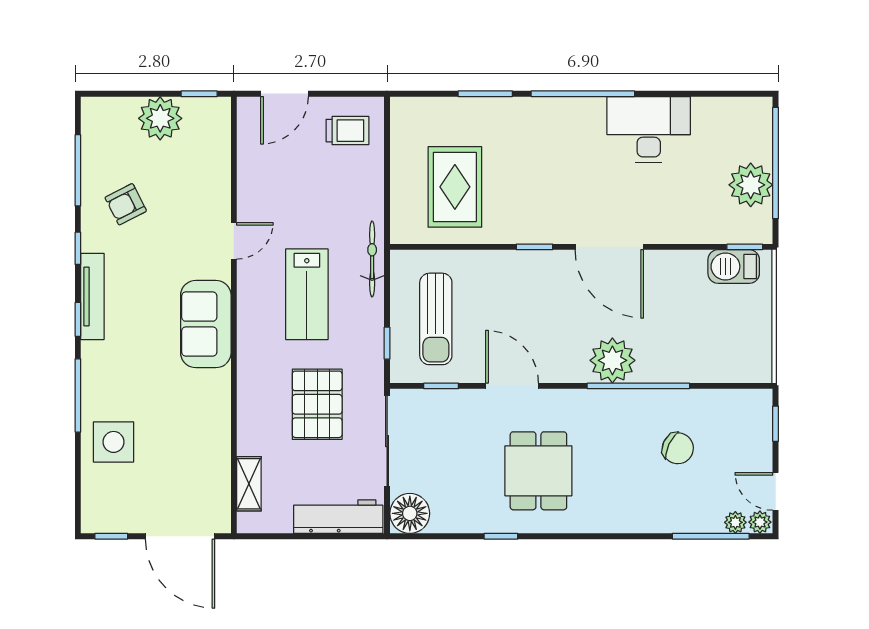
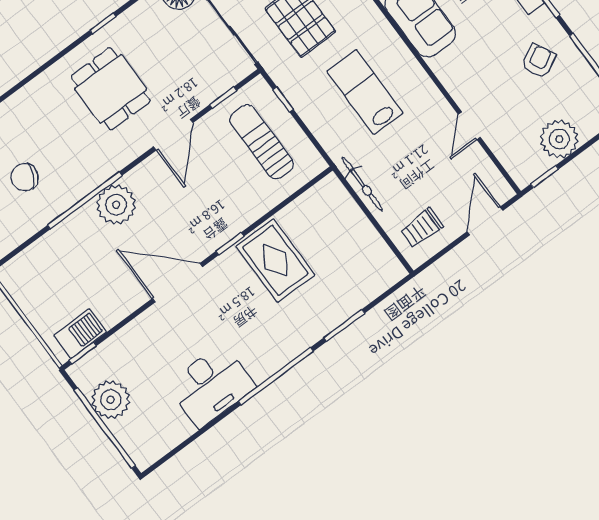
rug: (455, 187) -> (275, 260), moved
door: (234, 241) -> (469, 126), moved
bicycle: (372, 259) -> (362, 184), moved
door: (512, 386) -> (173, 135), hinge flipped

